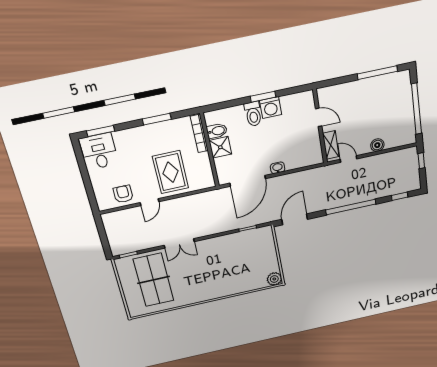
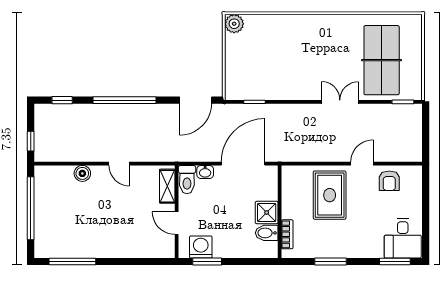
toilet: (253, 114) -> (187, 180), moved, turned 180
door: (319, 117) -> (177, 223), moved
wall: (320, 127) -> (177, 212), moved
bookcase: (199, 133) -> (287, 234), width x0.64
shelving: (331, 145) -> (167, 186), moved

